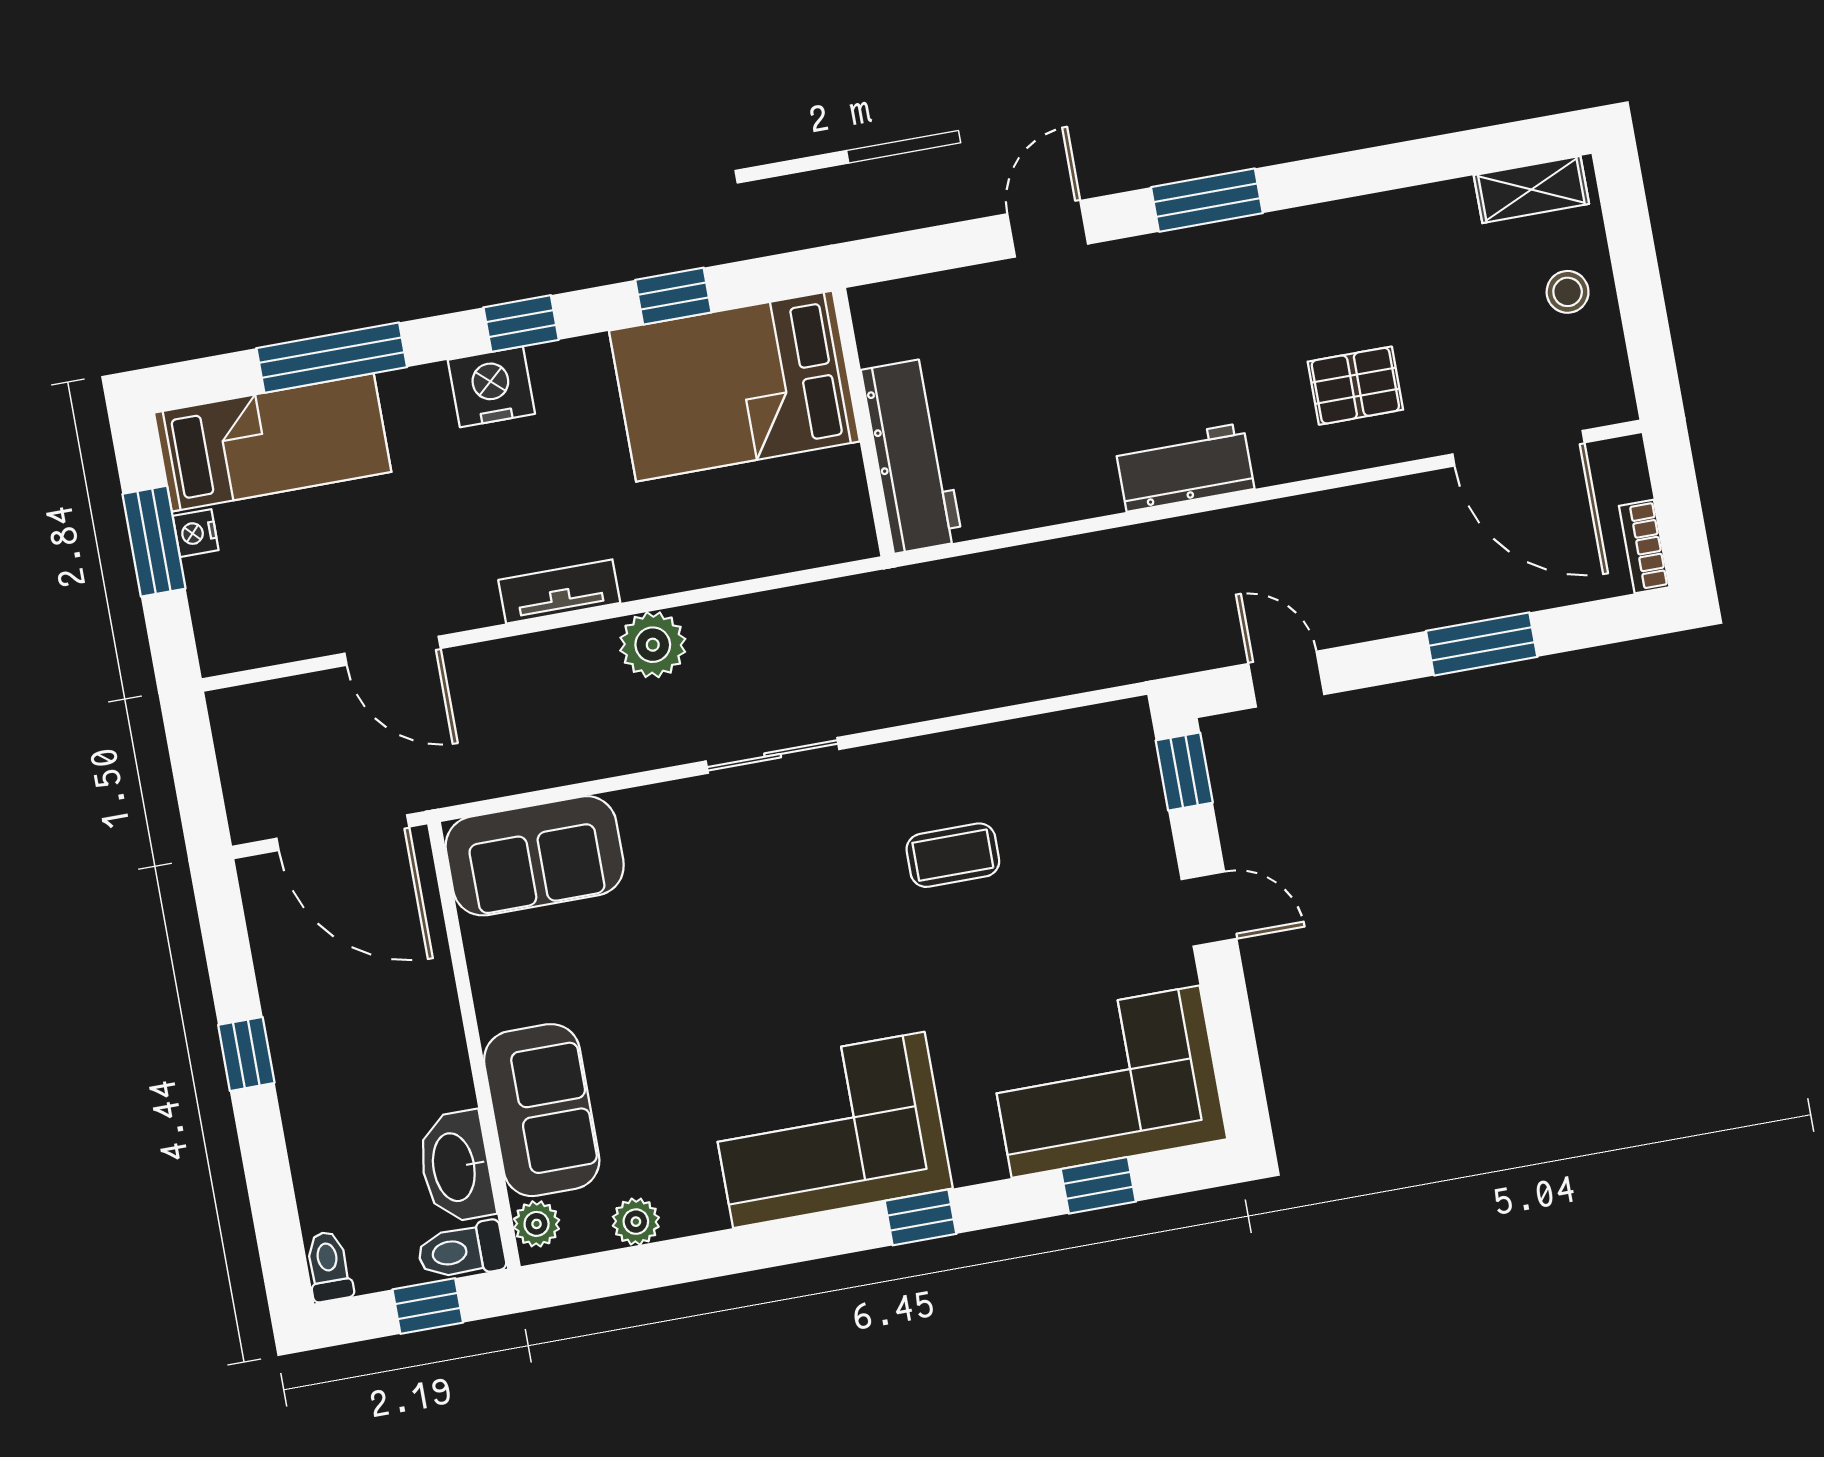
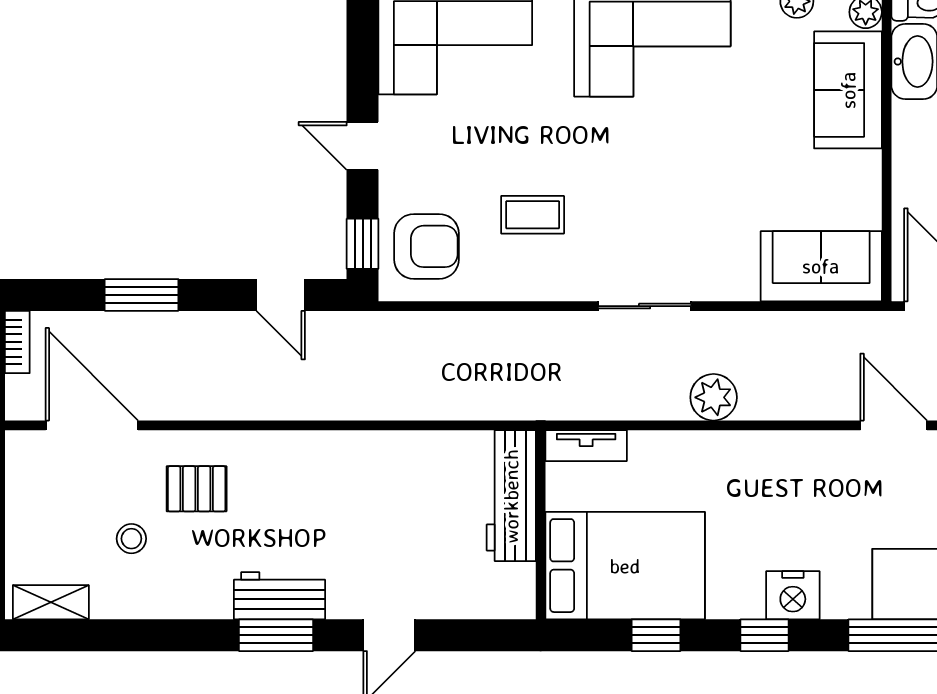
stool: (1568, 292) -> (131, 539), moved
workbench: (1185, 467) -> (279, 596), moved, turned 180
tv unit: (559, 591) -> (586, 446), moved
armchair: (1094, 784) -> (426, 246), added

